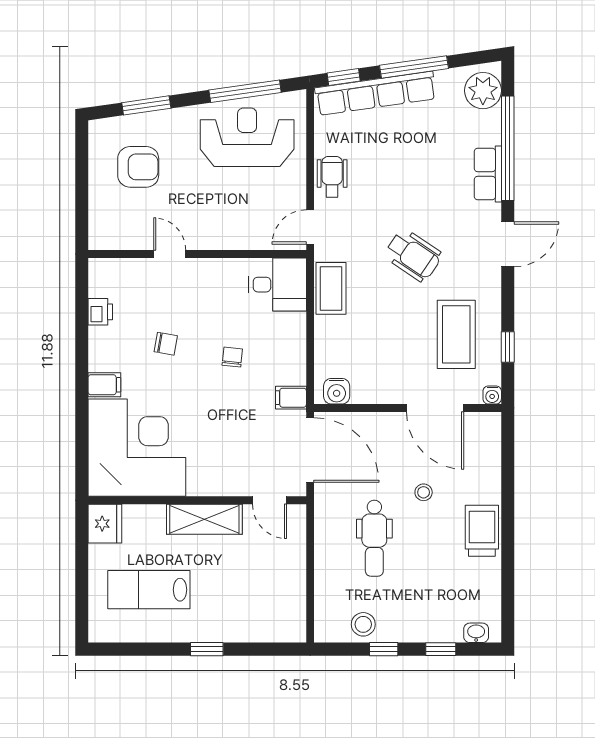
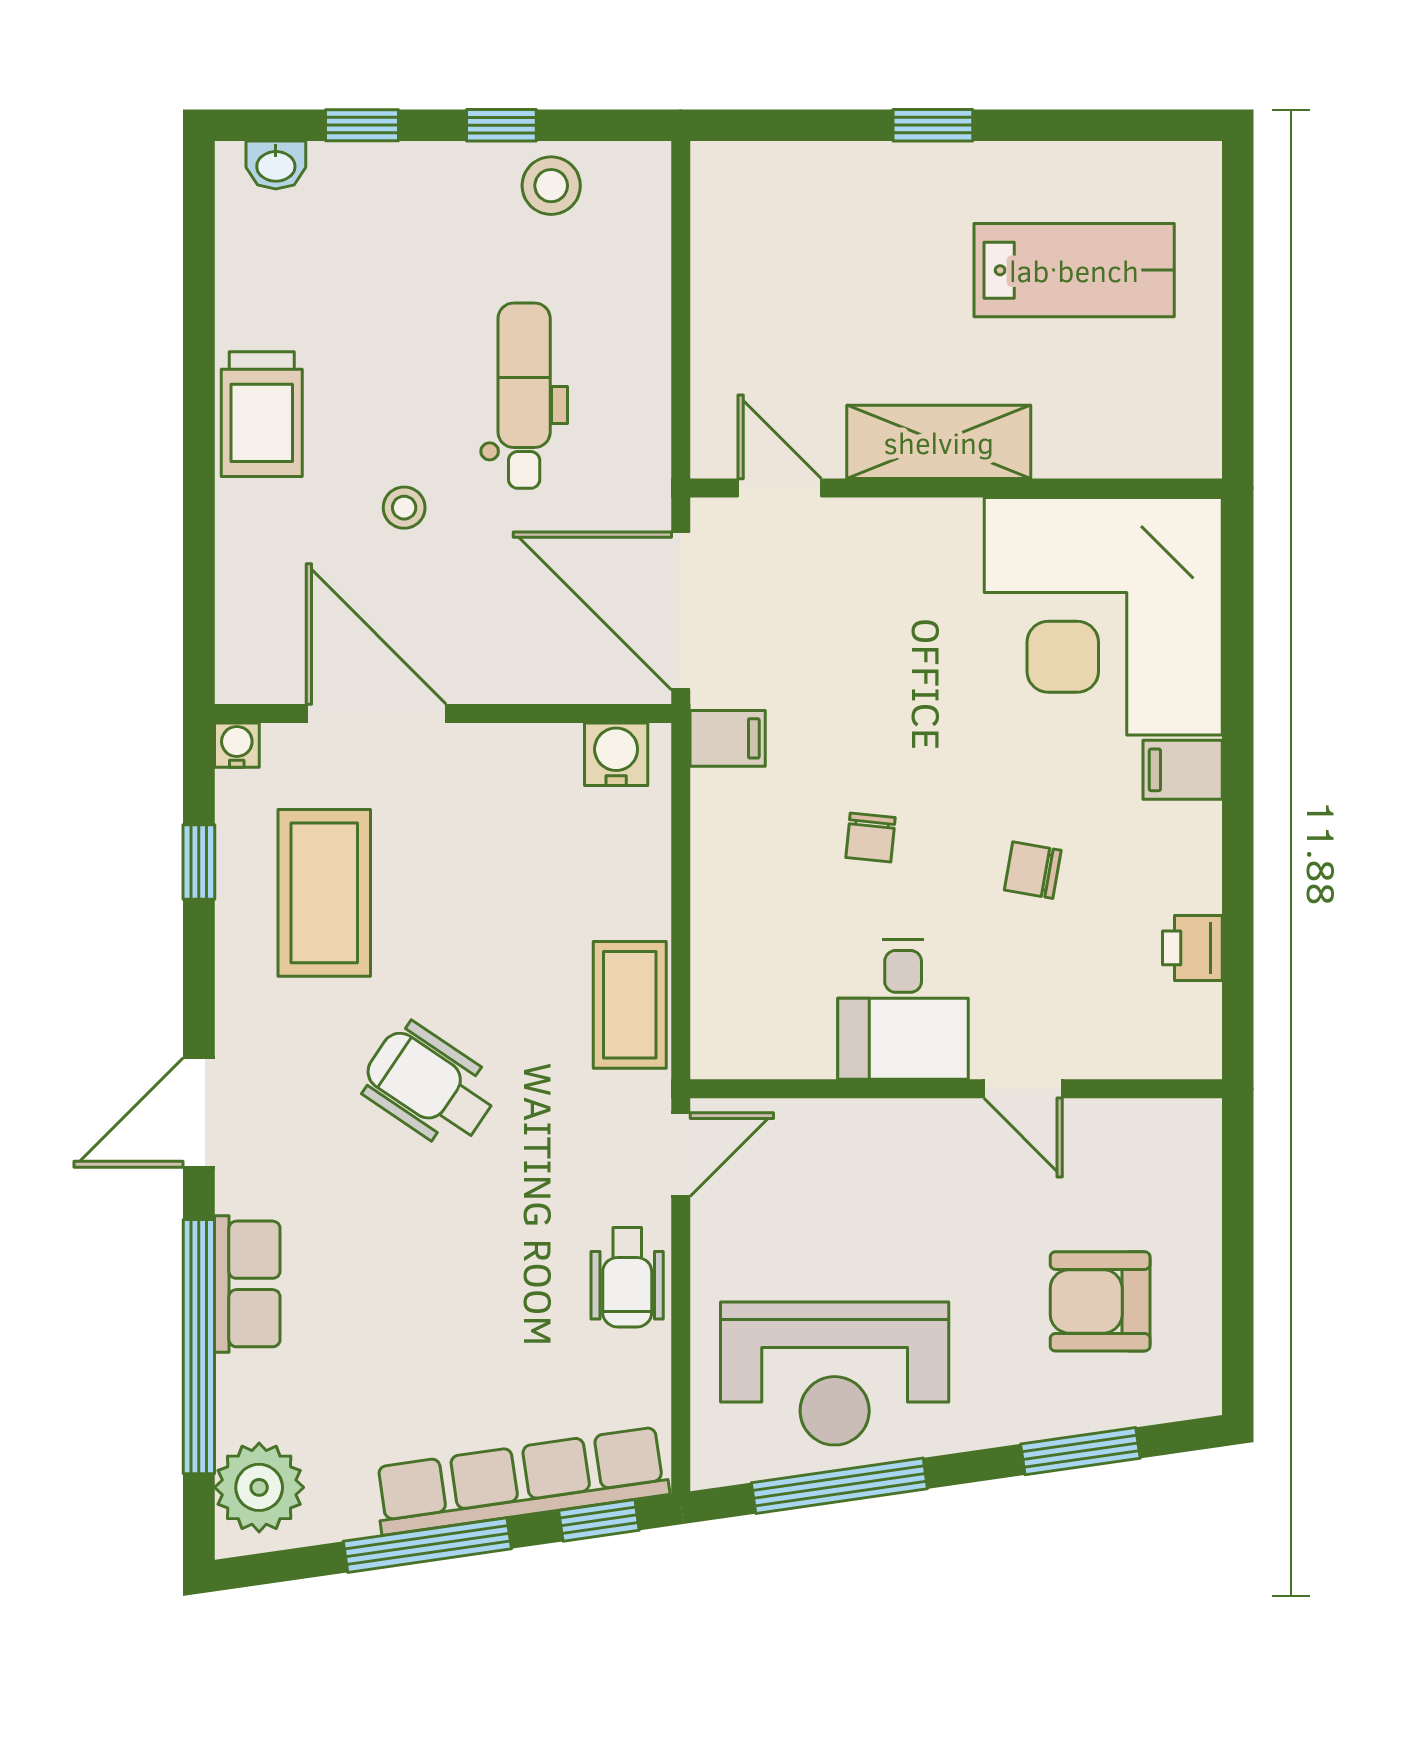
desk: (278, 285) -> (903, 1009), moved, turned -90
fridge: (105, 524) -> (1181, 431), removed

